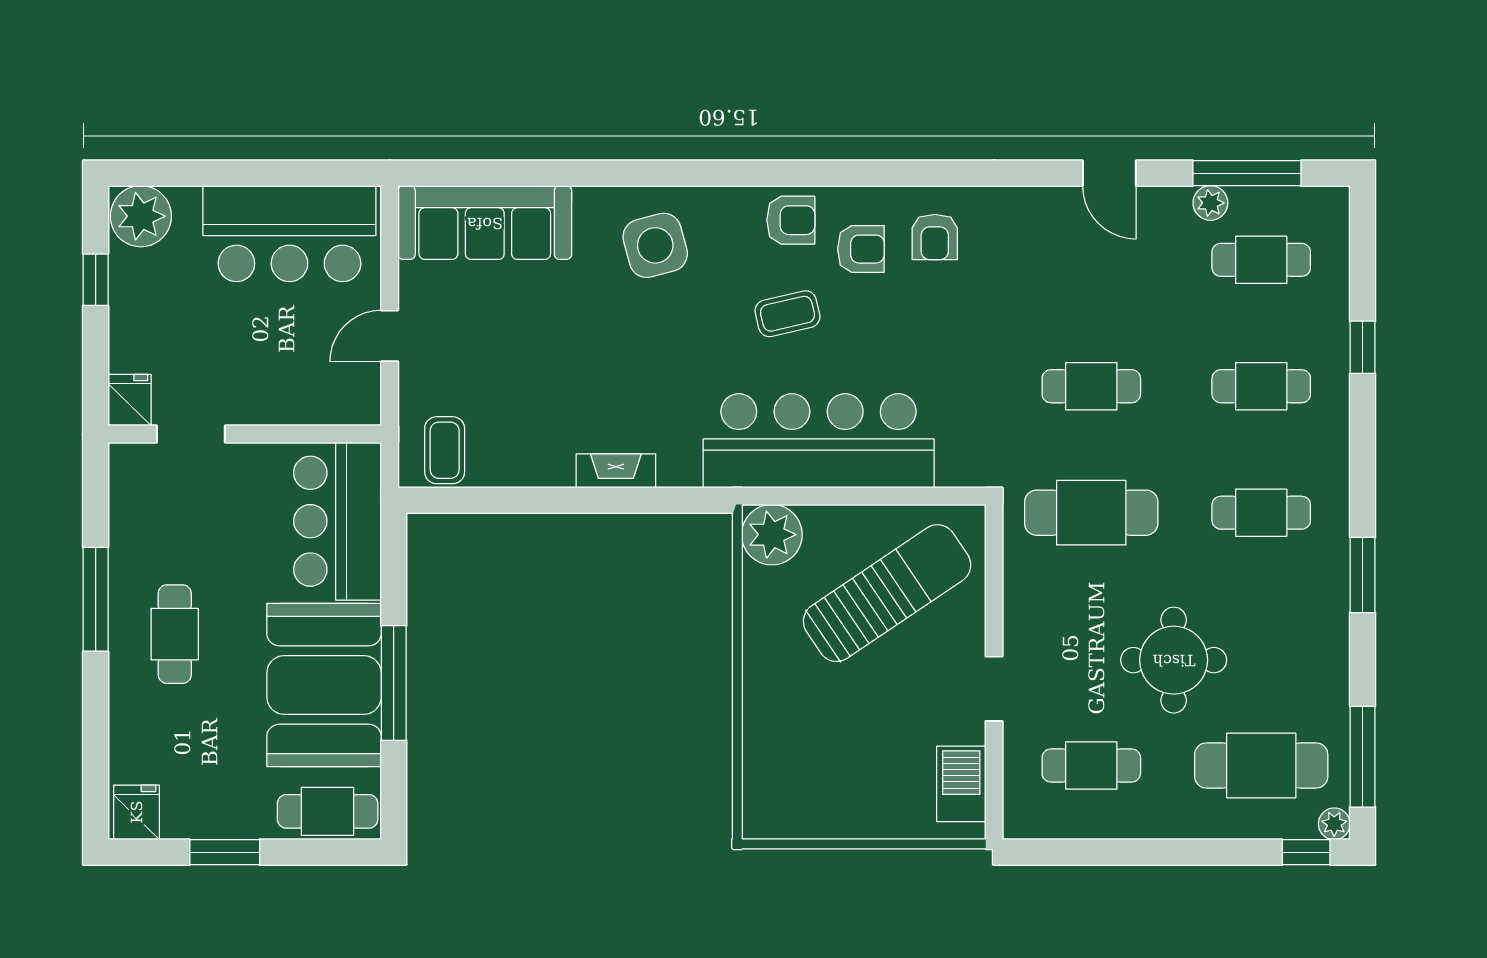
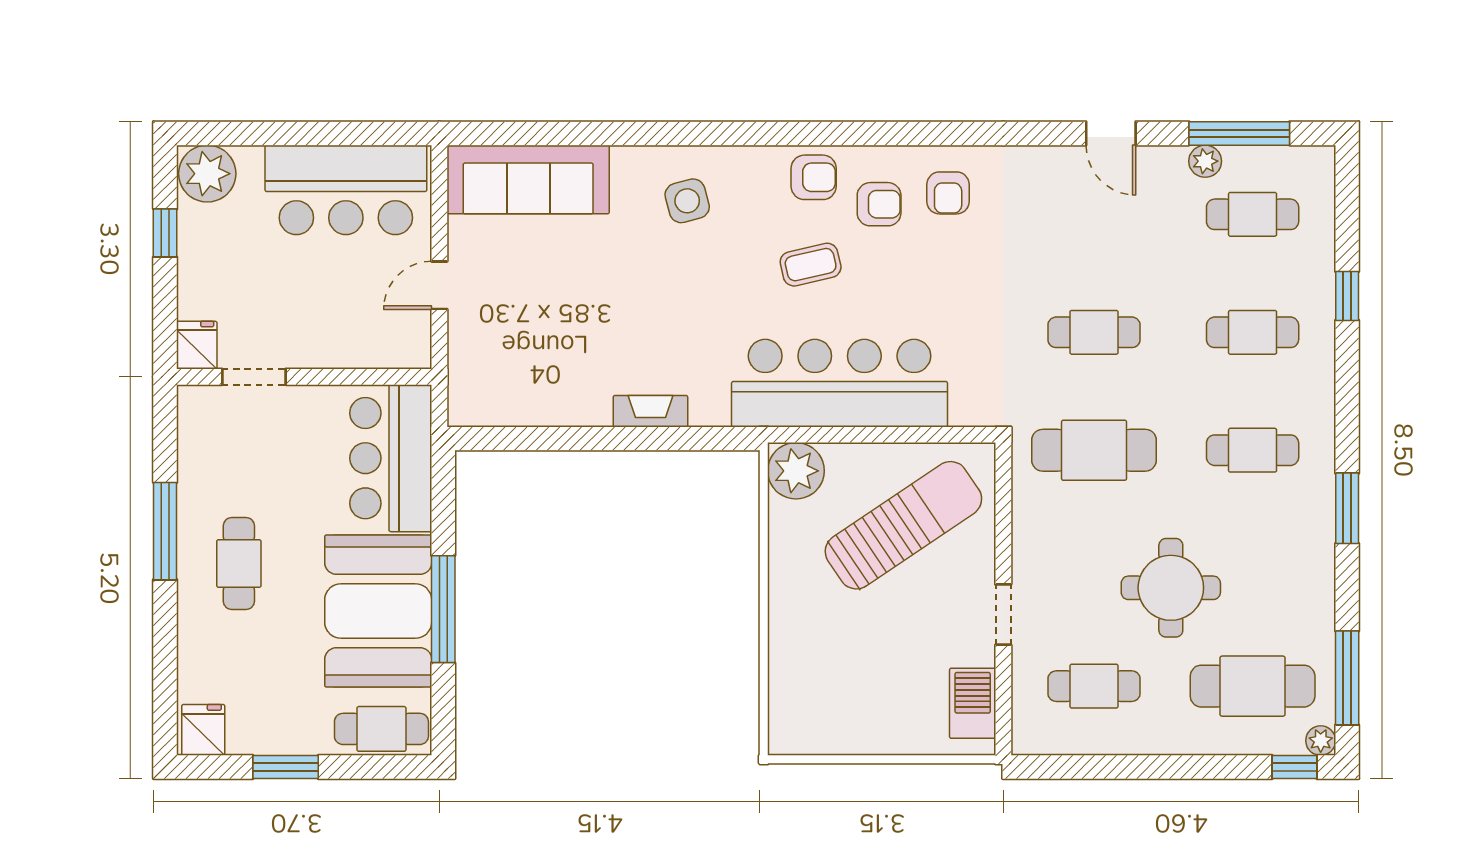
side table: (655, 245) -> (687, 201), width x0.73, depth x0.73
coffee table: (445, 450) -> (491, 392), removed

